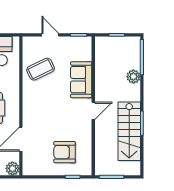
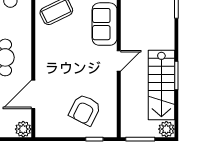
plant: (133, 77) -> (166, 129), moved
armchair: (65, 152) -> (85, 110), turned -63

